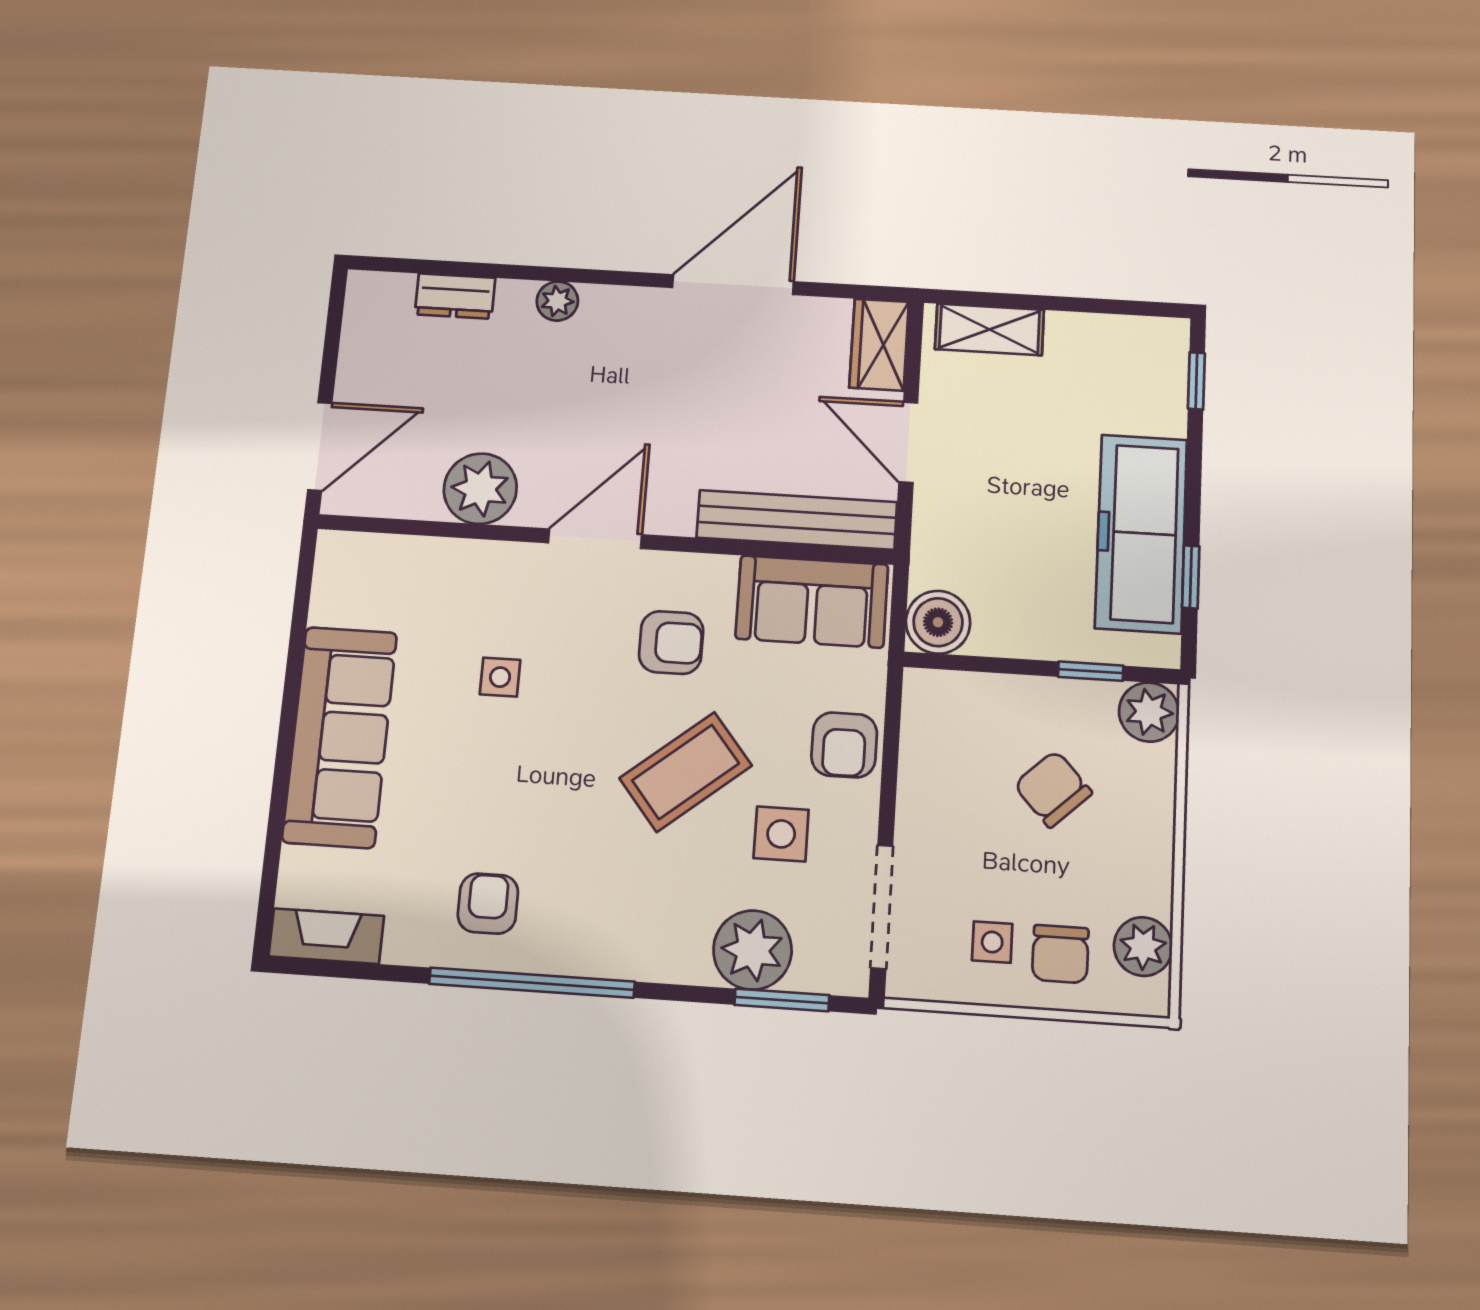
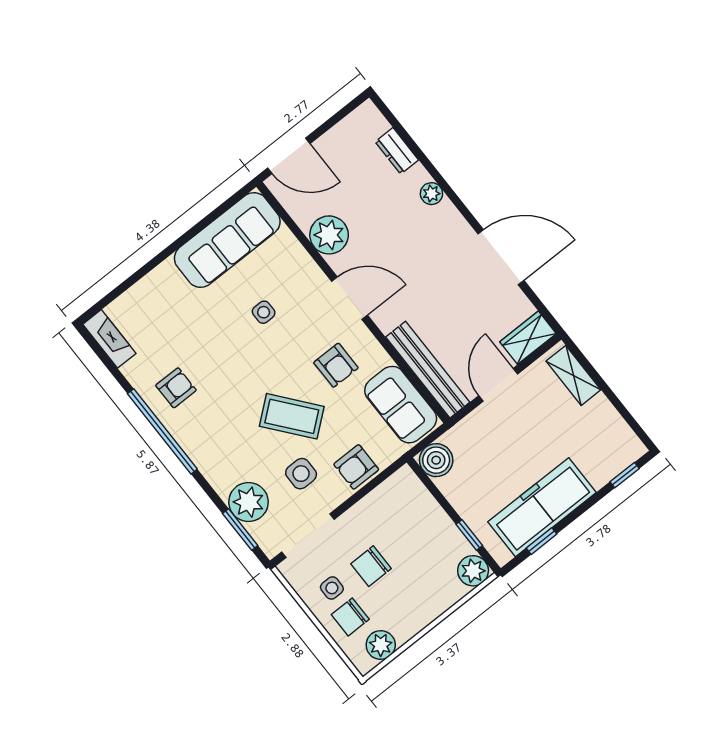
sofa: (340, 737) -> (227, 240), moved
chair: (1053, 789) -> (371, 566), moved, turned -137

